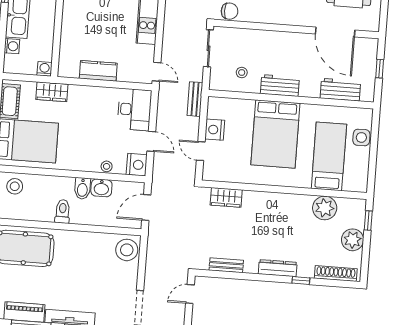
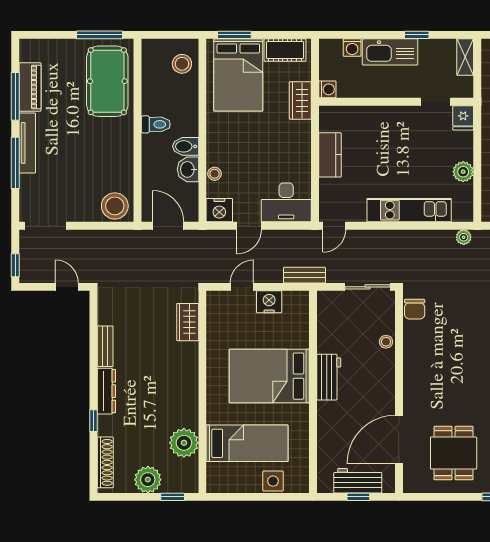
stool: (242, 73) -> (386, 342), moved
workbench: (340, 90) -> (358, 481), moved, turned -90
bench: (226, 265) -> (105, 346), moved

